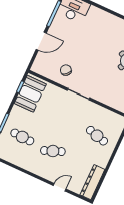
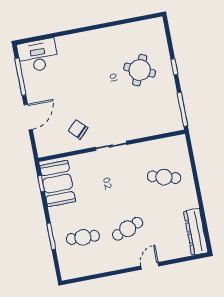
door: (60, 187) -> (150, 266), moved

